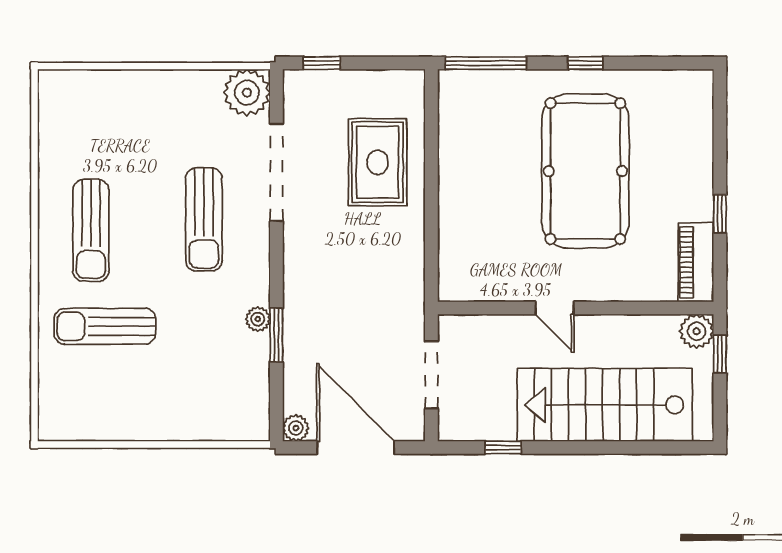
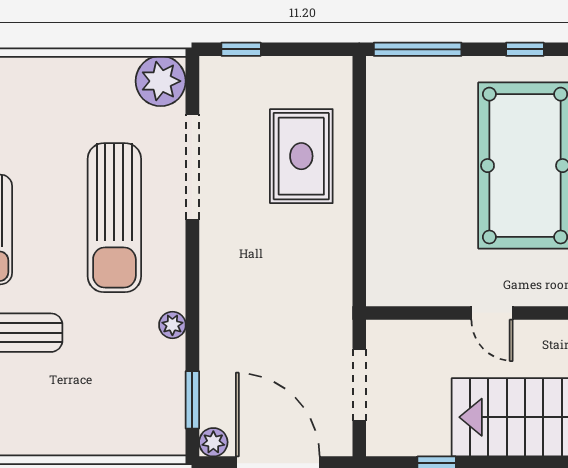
sun lounger: (204, 219) -> (114, 218), width x1.36, depth x1.34
window: (276, 335) -> (192, 400), moved

